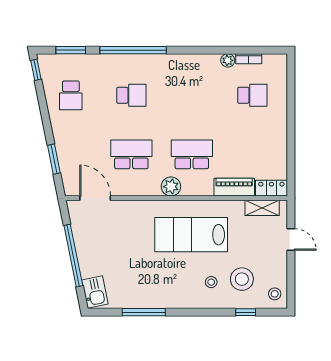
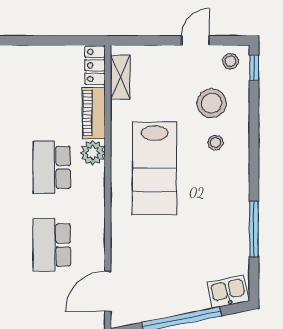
plant: (171, 187) -> (93, 153), moved
door: (291, 239) -> (196, 40), moved
window: (246, 312) -> (254, 68), moved

